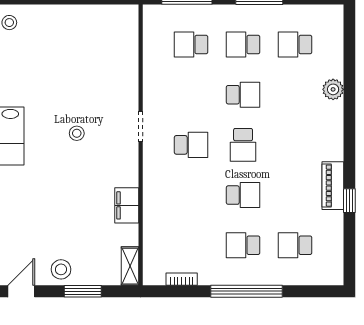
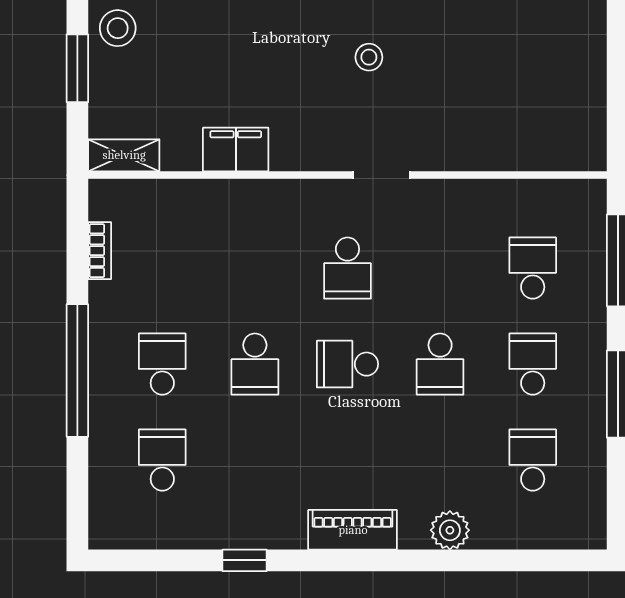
piano: (333, 186) -> (353, 530), moved

